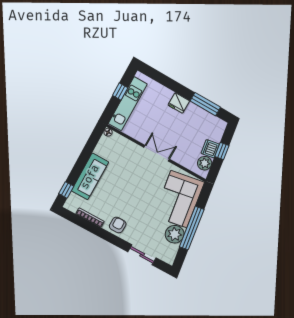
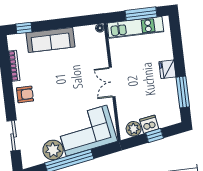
window: (120, 92) -> (141, 14), width x2.17
double door: (157, 153) -> (112, 82), swing flipped

